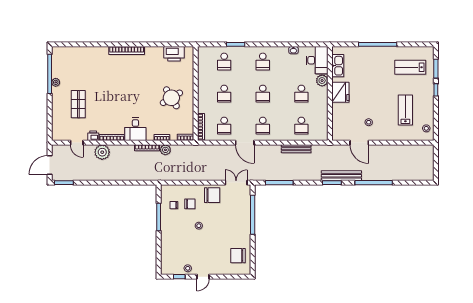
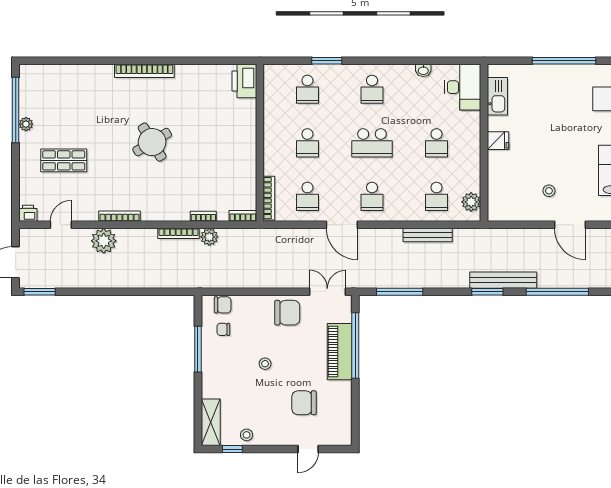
printer: (174, 54) -> (244, 81), moved, turned 90
plant: (322, 81) -> (471, 202), moved
fridge: (340, 92) -> (498, 141), width x0.53, depth x0.75
school desk: (263, 94) -> (372, 143), width x1.85
round table: (171, 98) -> (152, 142), moved
shop shelf: (78, 104) -> (64, 160), turned 90
desk: (135, 129) -> (159, 202), removed
printer: (93, 136) -> (28, 213), moved
door: (77, 143) -> (61, 225), swing flipped
door: (359, 143) -> (570, 225), moved
chair: (190, 204) -> (223, 305), moved
piano: (243, 218) -> (340, 352), added
chair: (238, 256) -> (304, 403), moved
shelving: (166, 261) -> (211, 422), added
door: (203, 277) -> (308, 449), moved

